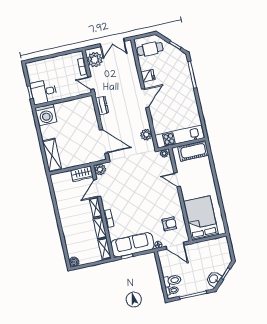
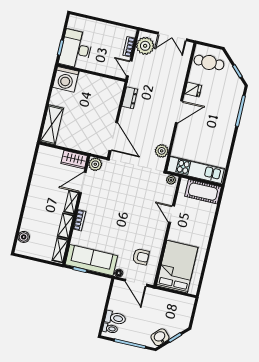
desk: (44, 92) -> (76, 49), width x1.37
boiler: (74, 262) -> (24, 237), moved

